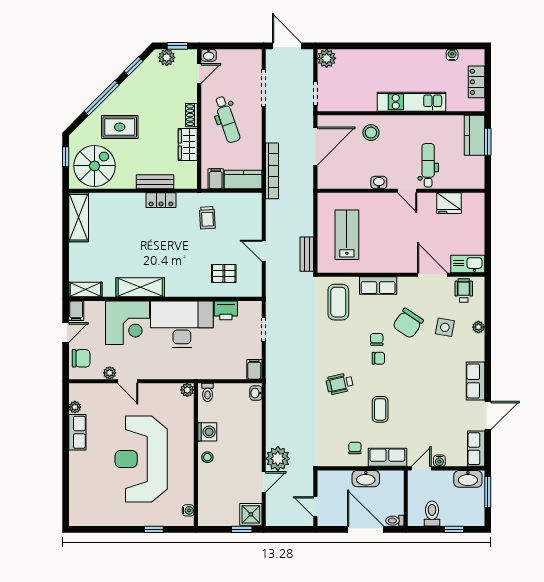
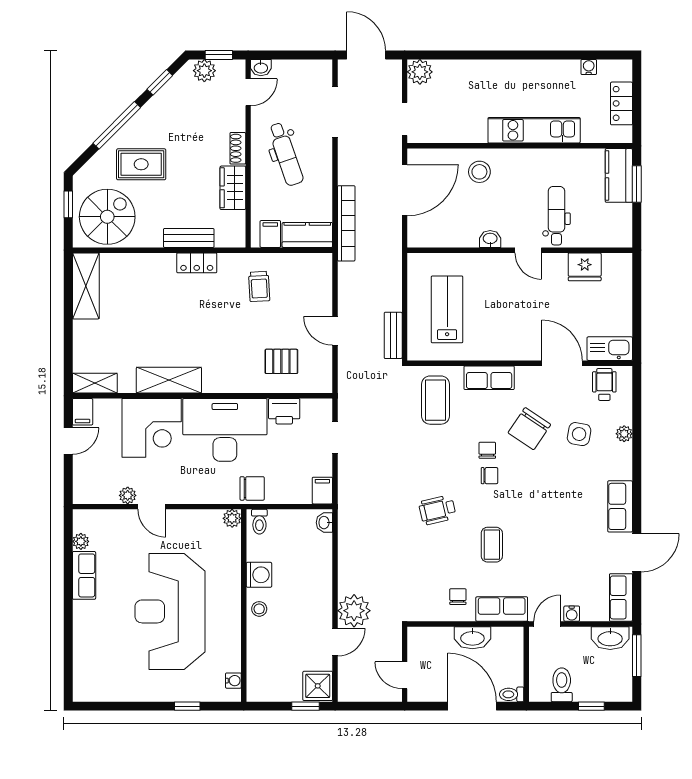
chair: (81, 358) -> (252, 488), moved

